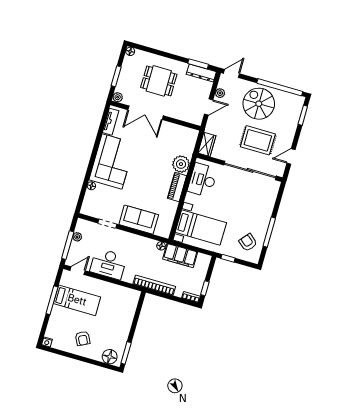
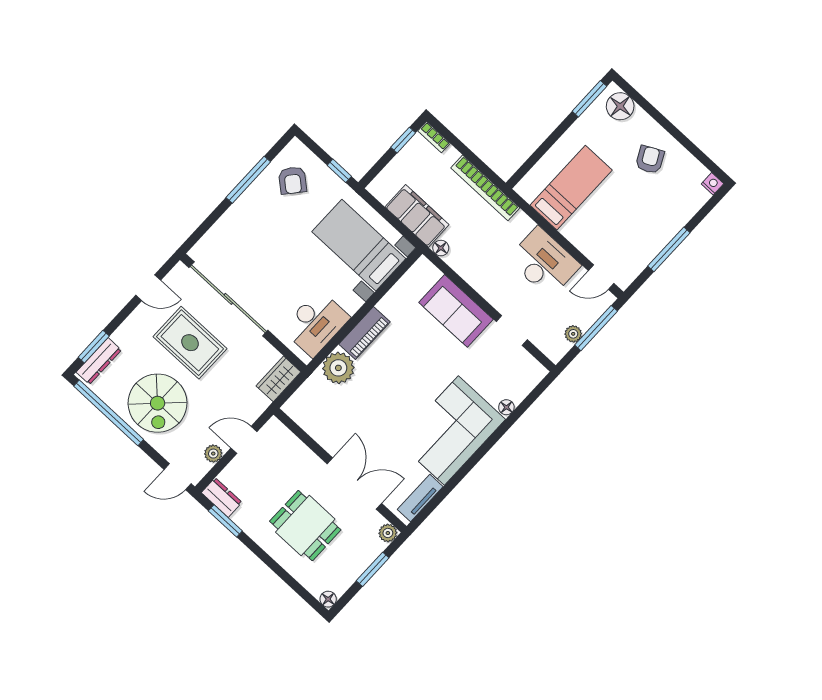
dresser: (201, 73) -> (222, 497), width x0.70
dresser: (297, 110) -> (99, 361), added
bed: (77, 300) -> (571, 188), moved, turned 90

